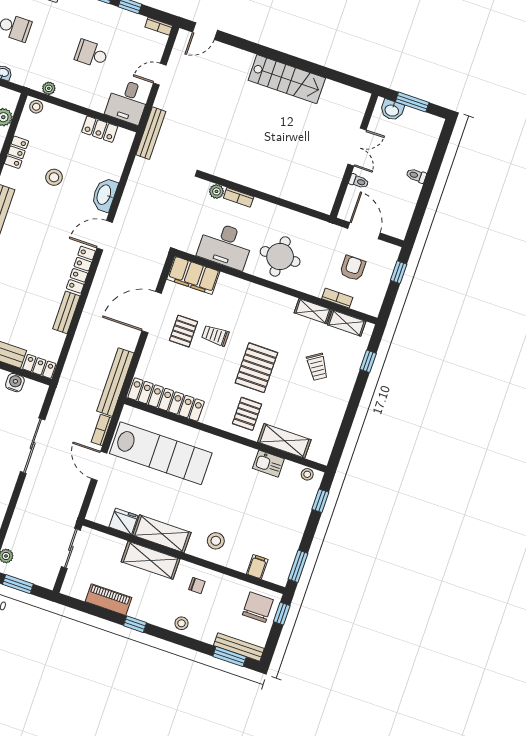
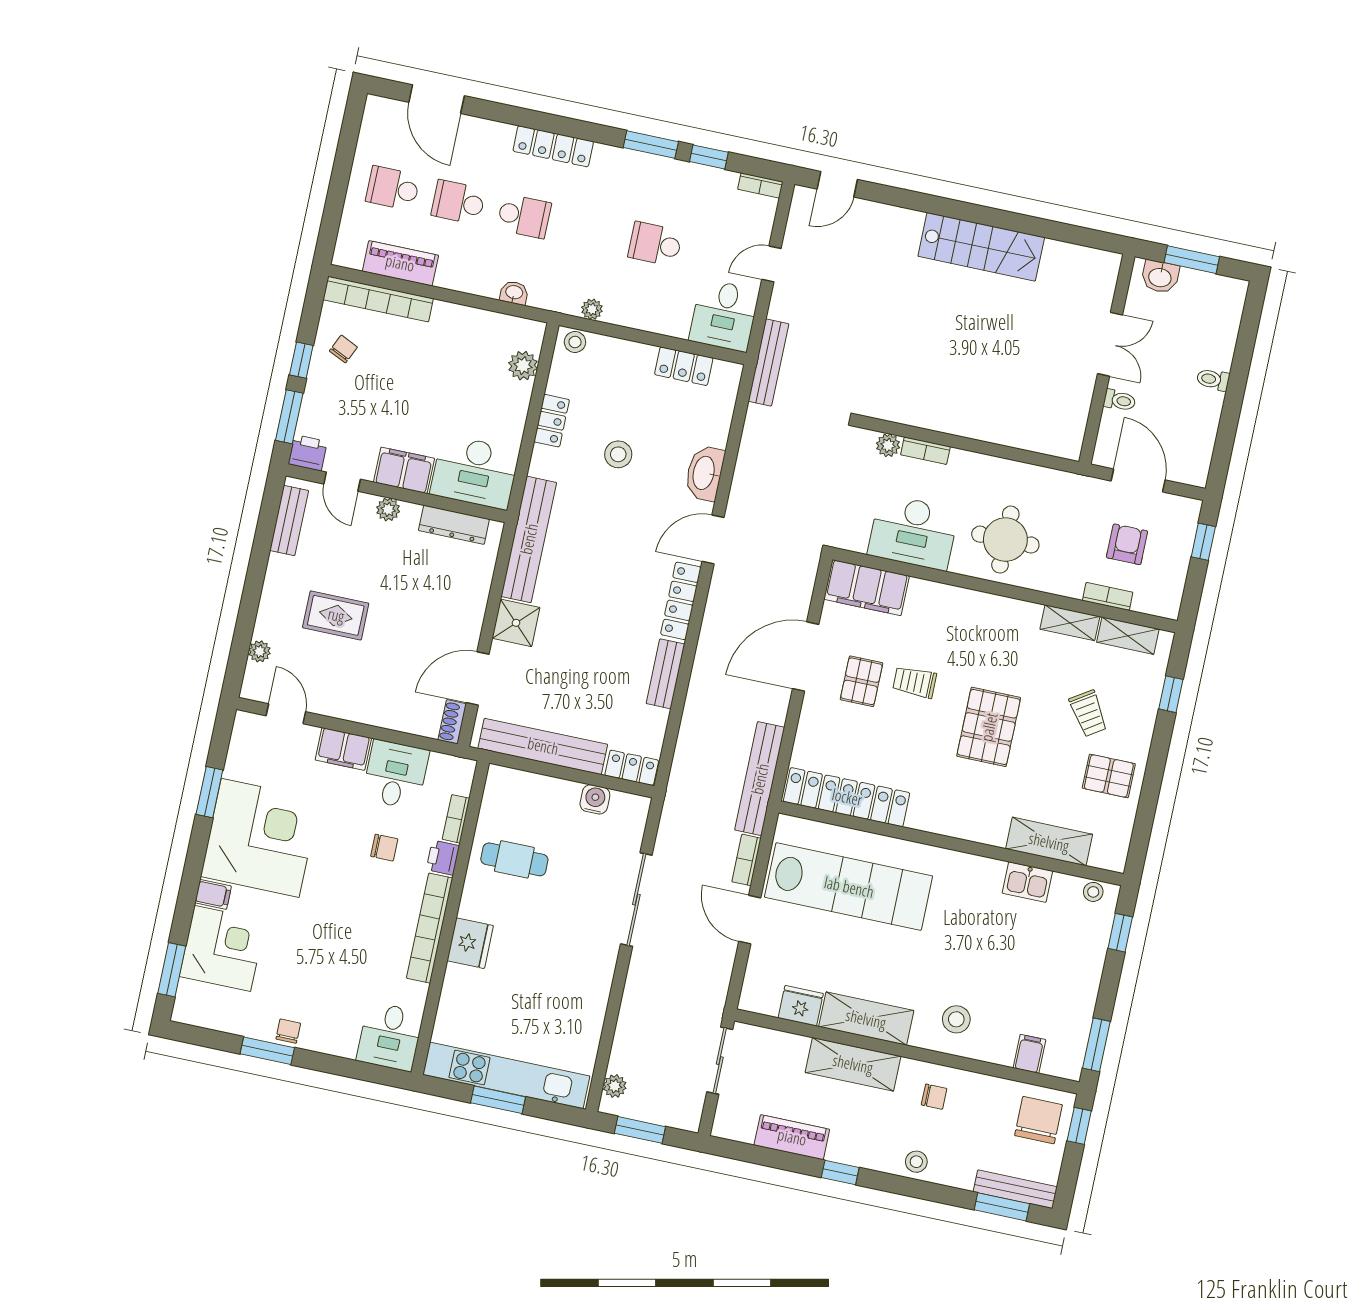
pallet: (247, 414) -> (1109, 776), moved, turned 90

